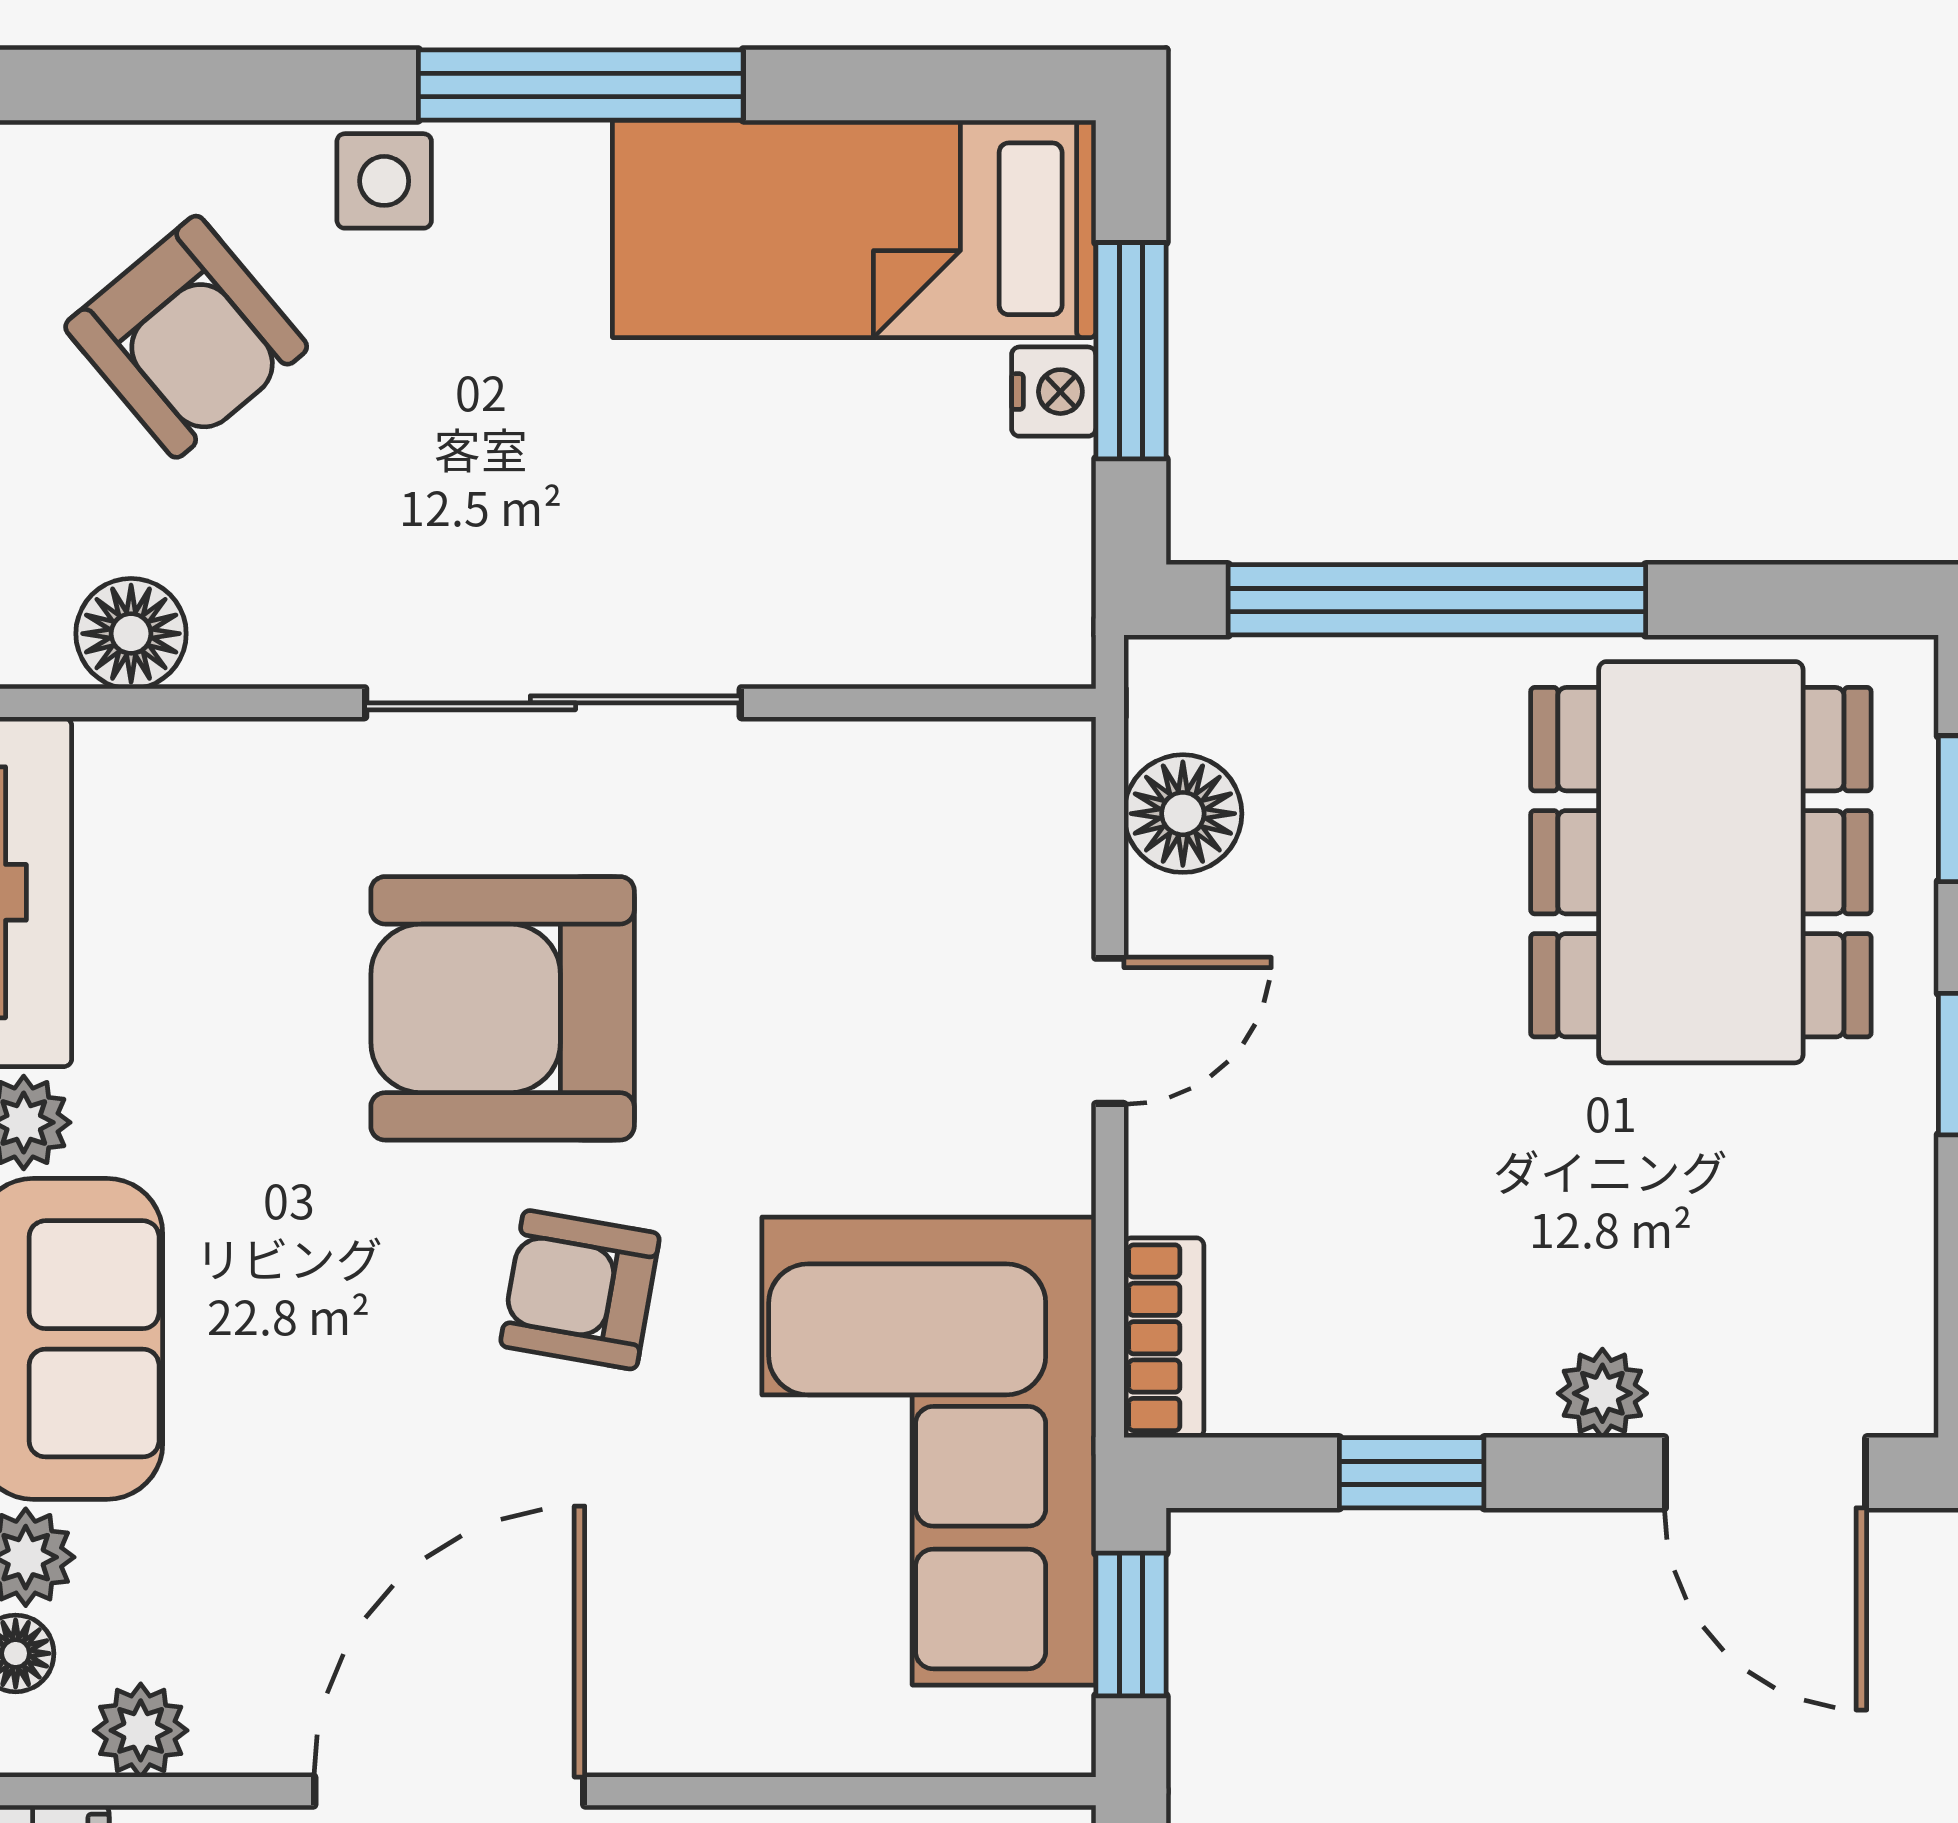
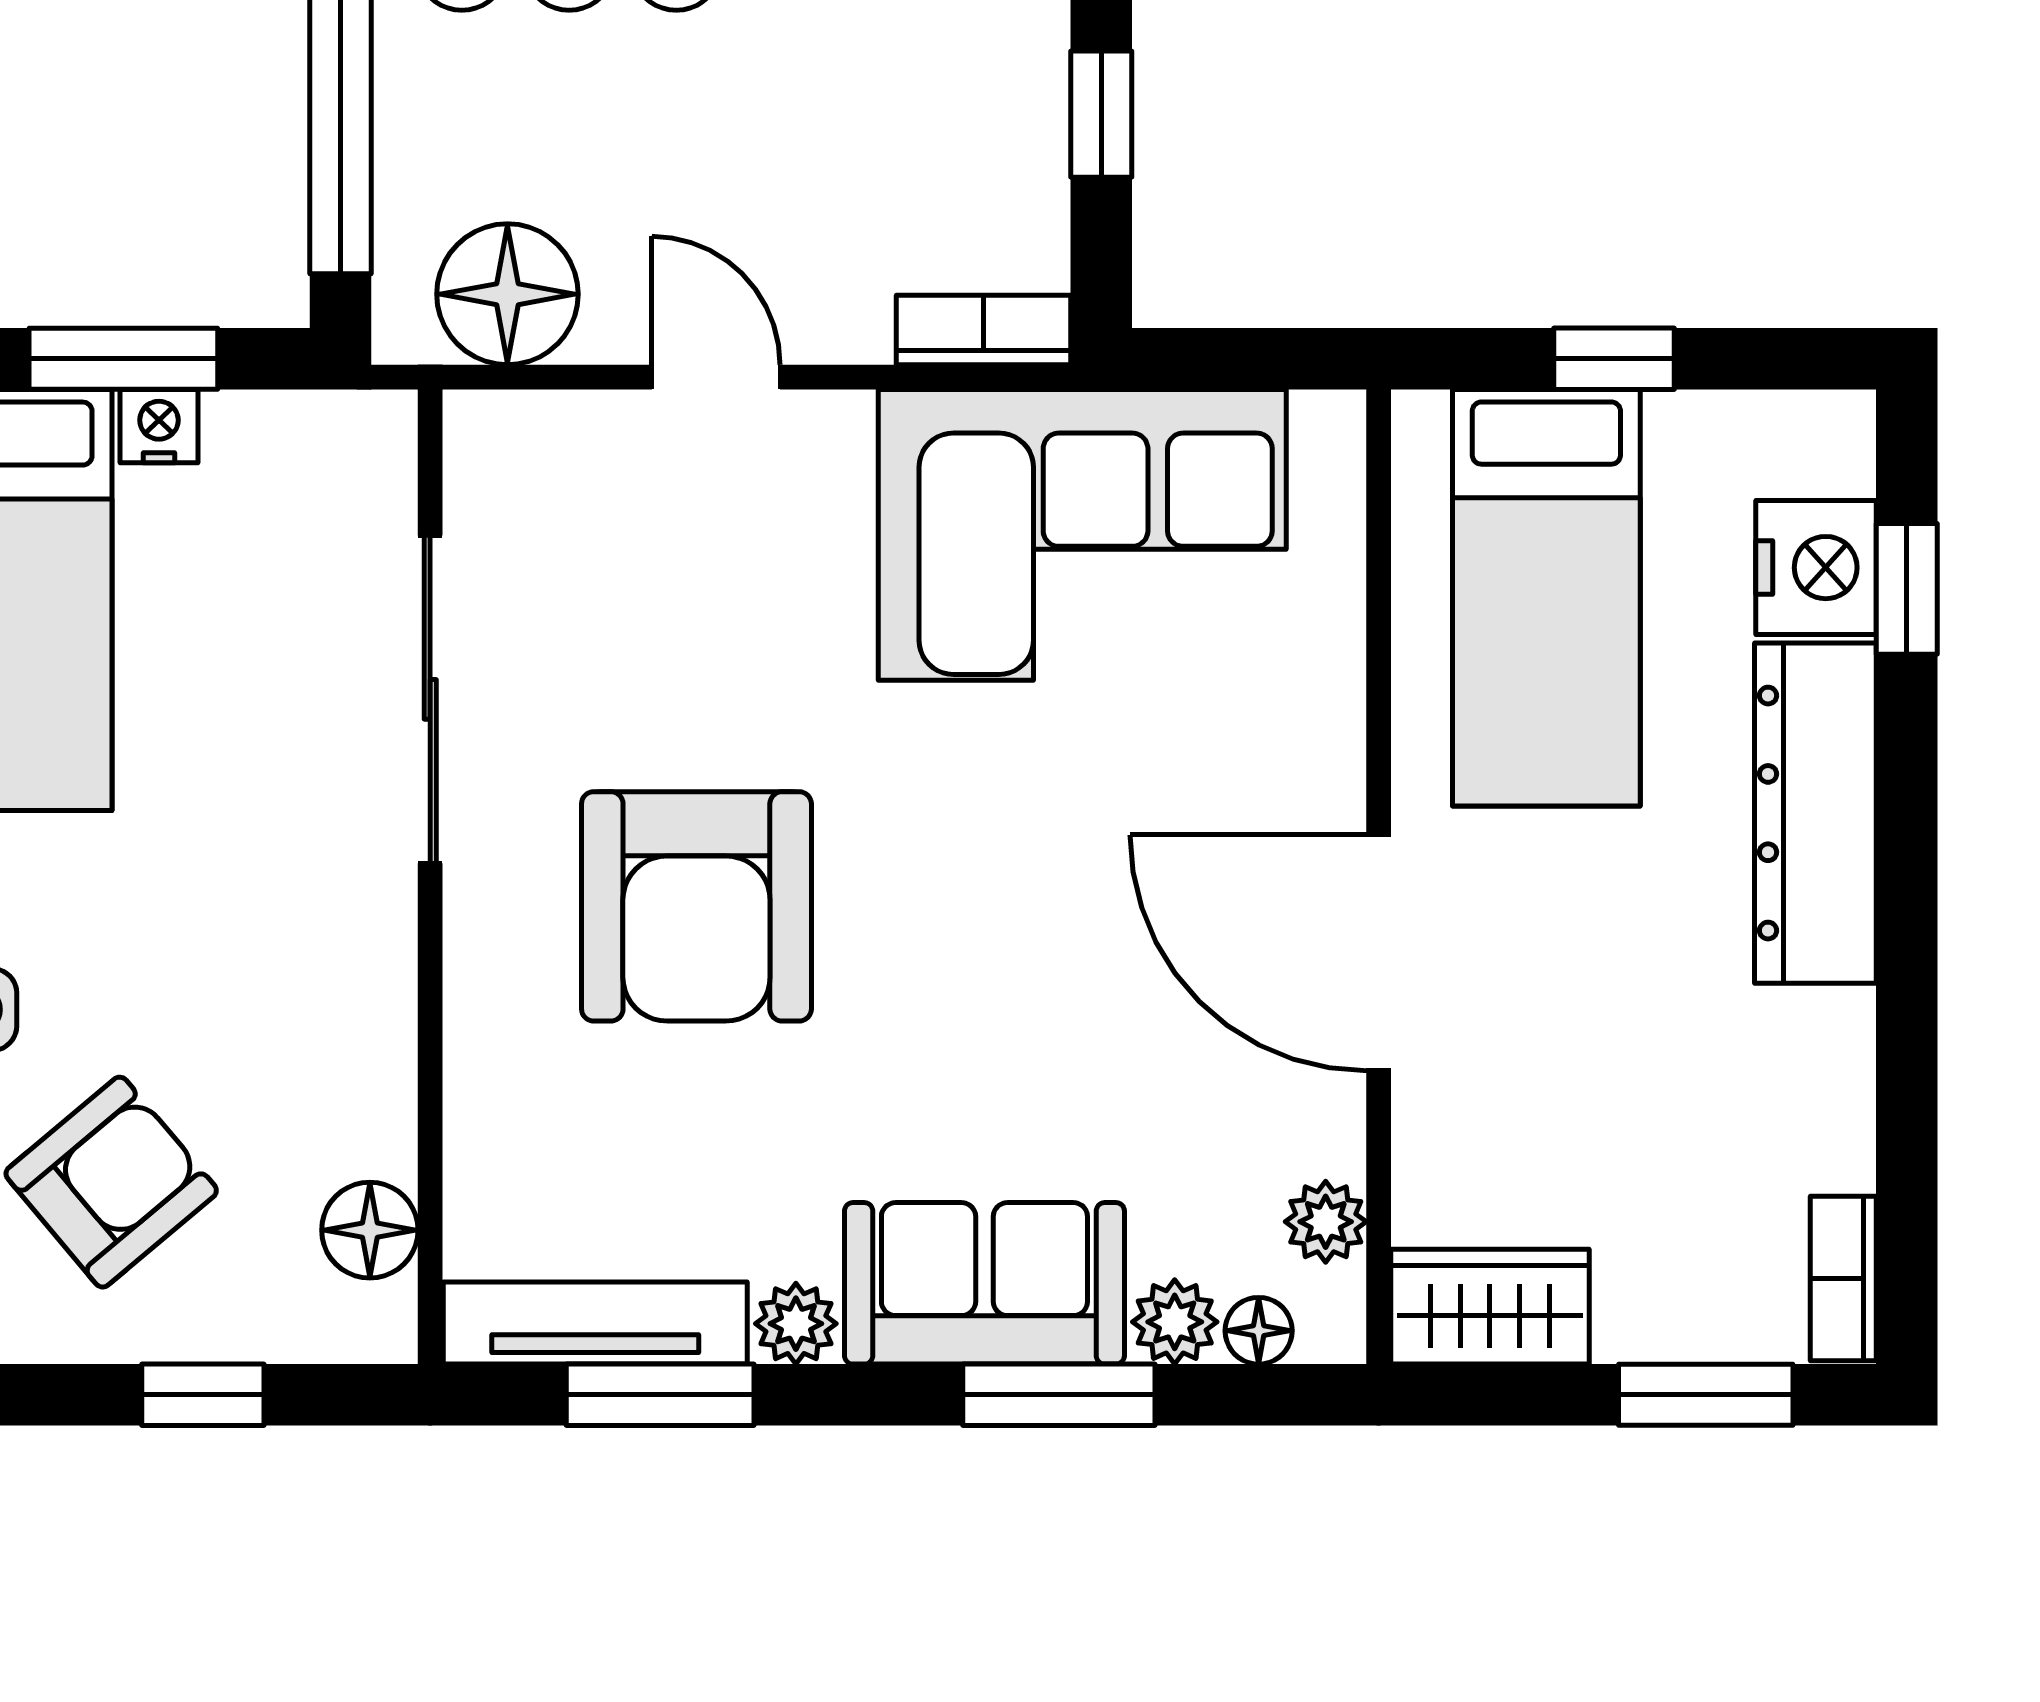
sliding door: (553, 703) -> (430, 699), moved
floor lamp: (1183, 814) -> (507, 294), width x1.38, depth x1.38
armchair: (580, 1290) -> (942, 839), removed
window: (1131, 1625) -> (1233, 359), removed

